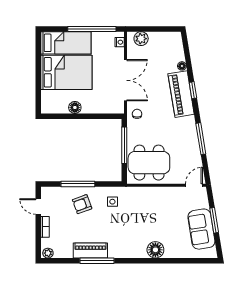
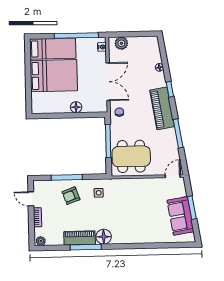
piano: (181, 94) -> (162, 108), moved
floor lamp: (75, 107) -> (76, 107), moved
floor lamp: (155, 250) -> (104, 237), moved

